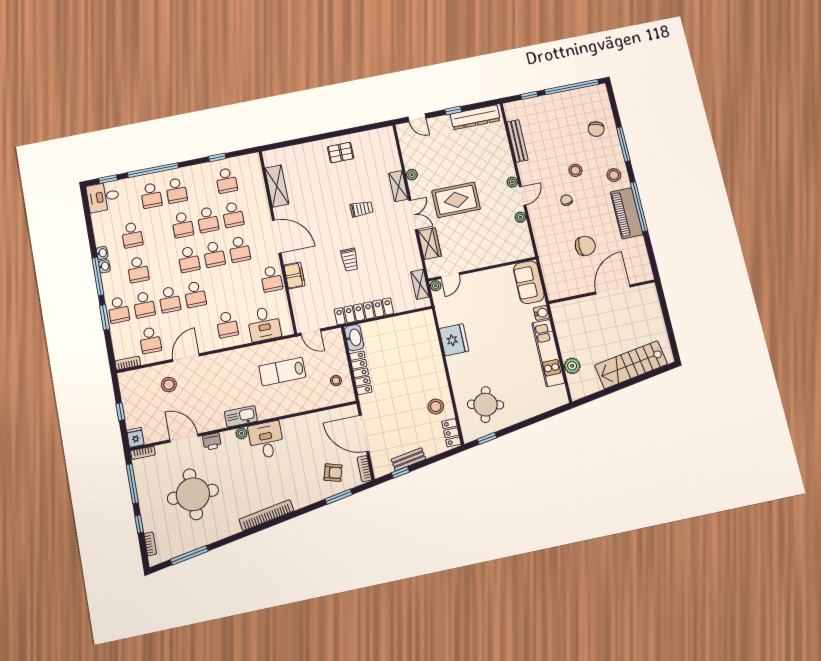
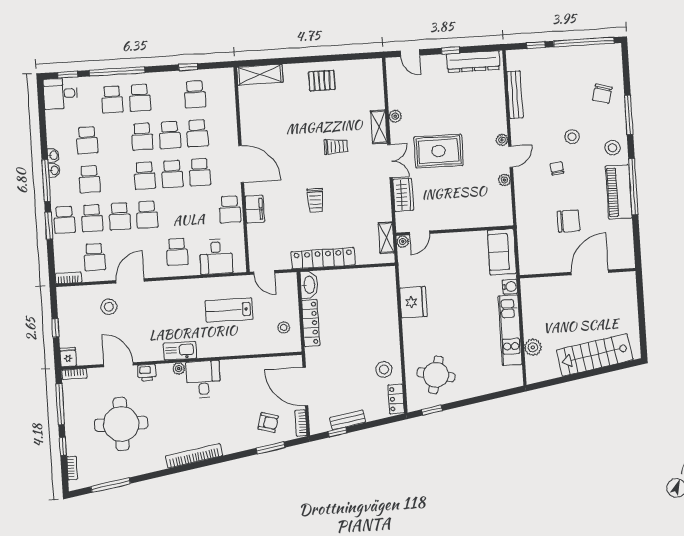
shelving: (277, 186) -> (260, 75), moved, turned 90

